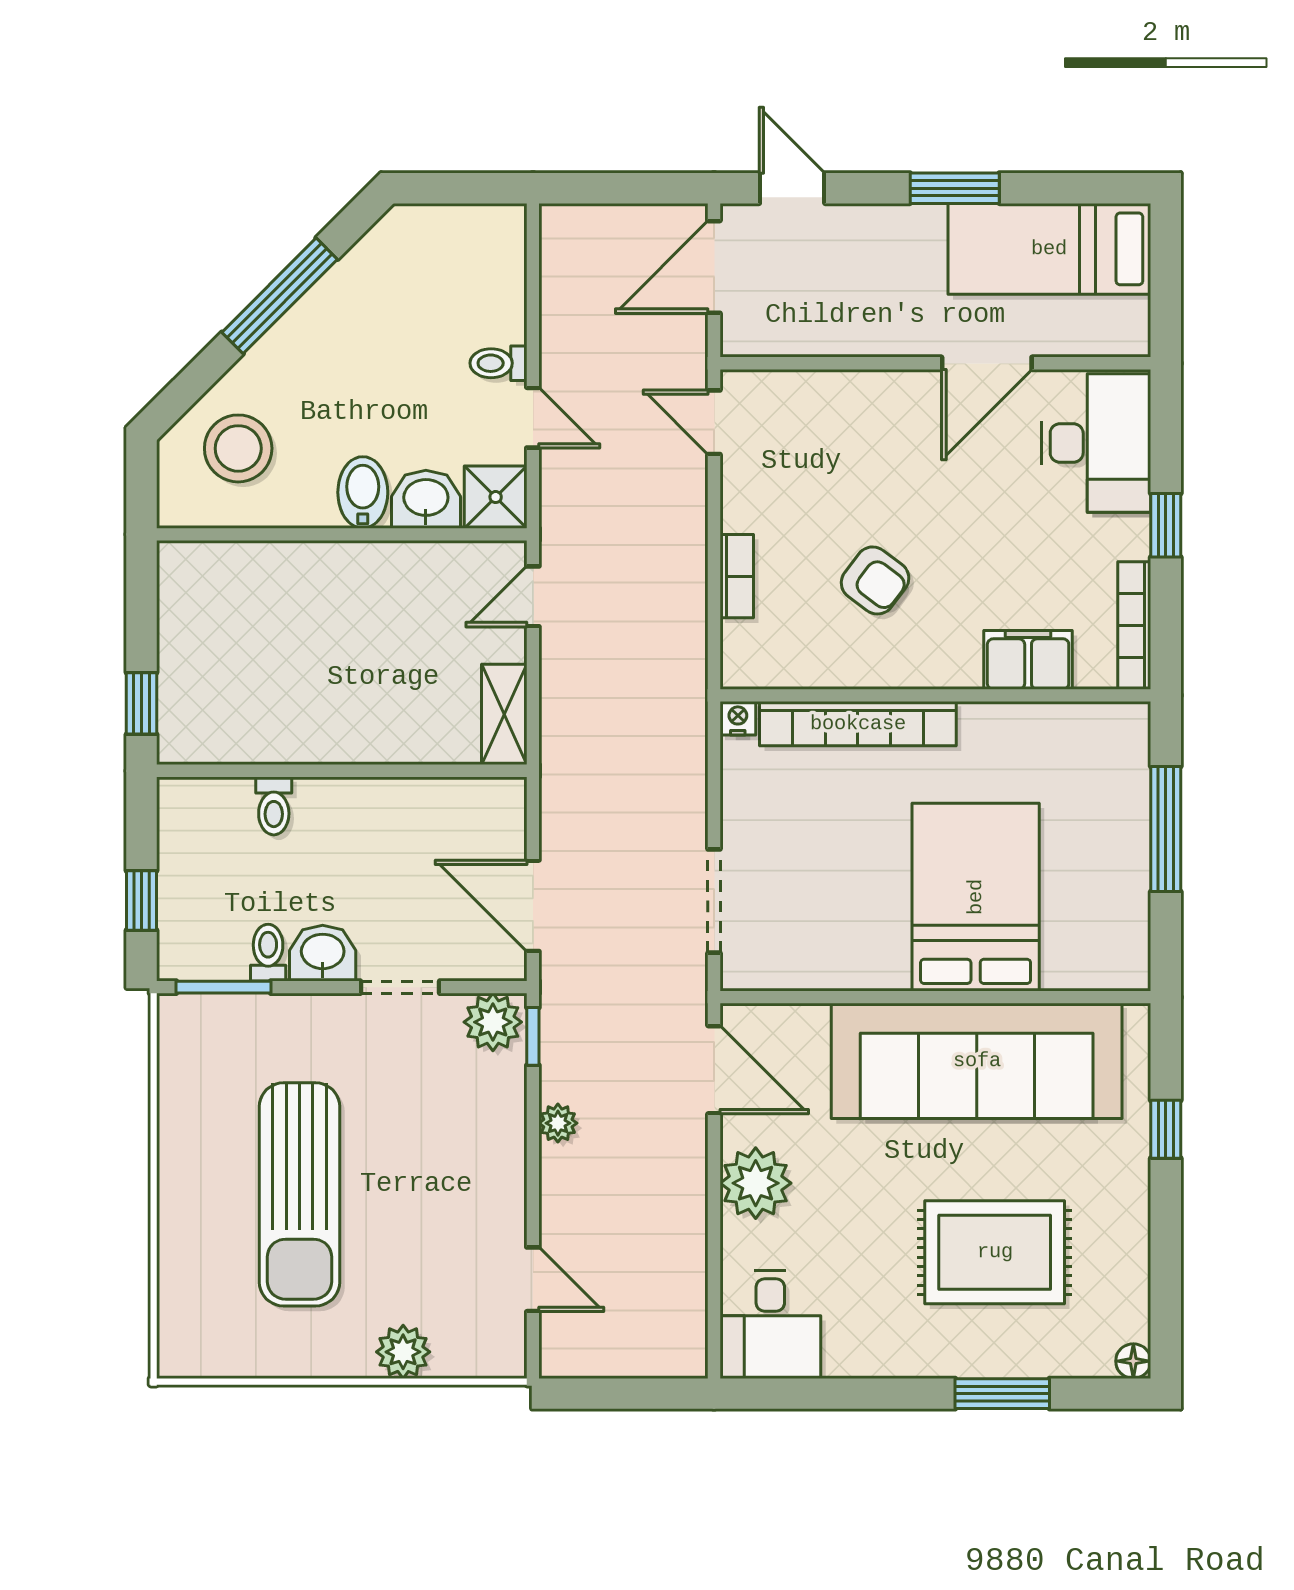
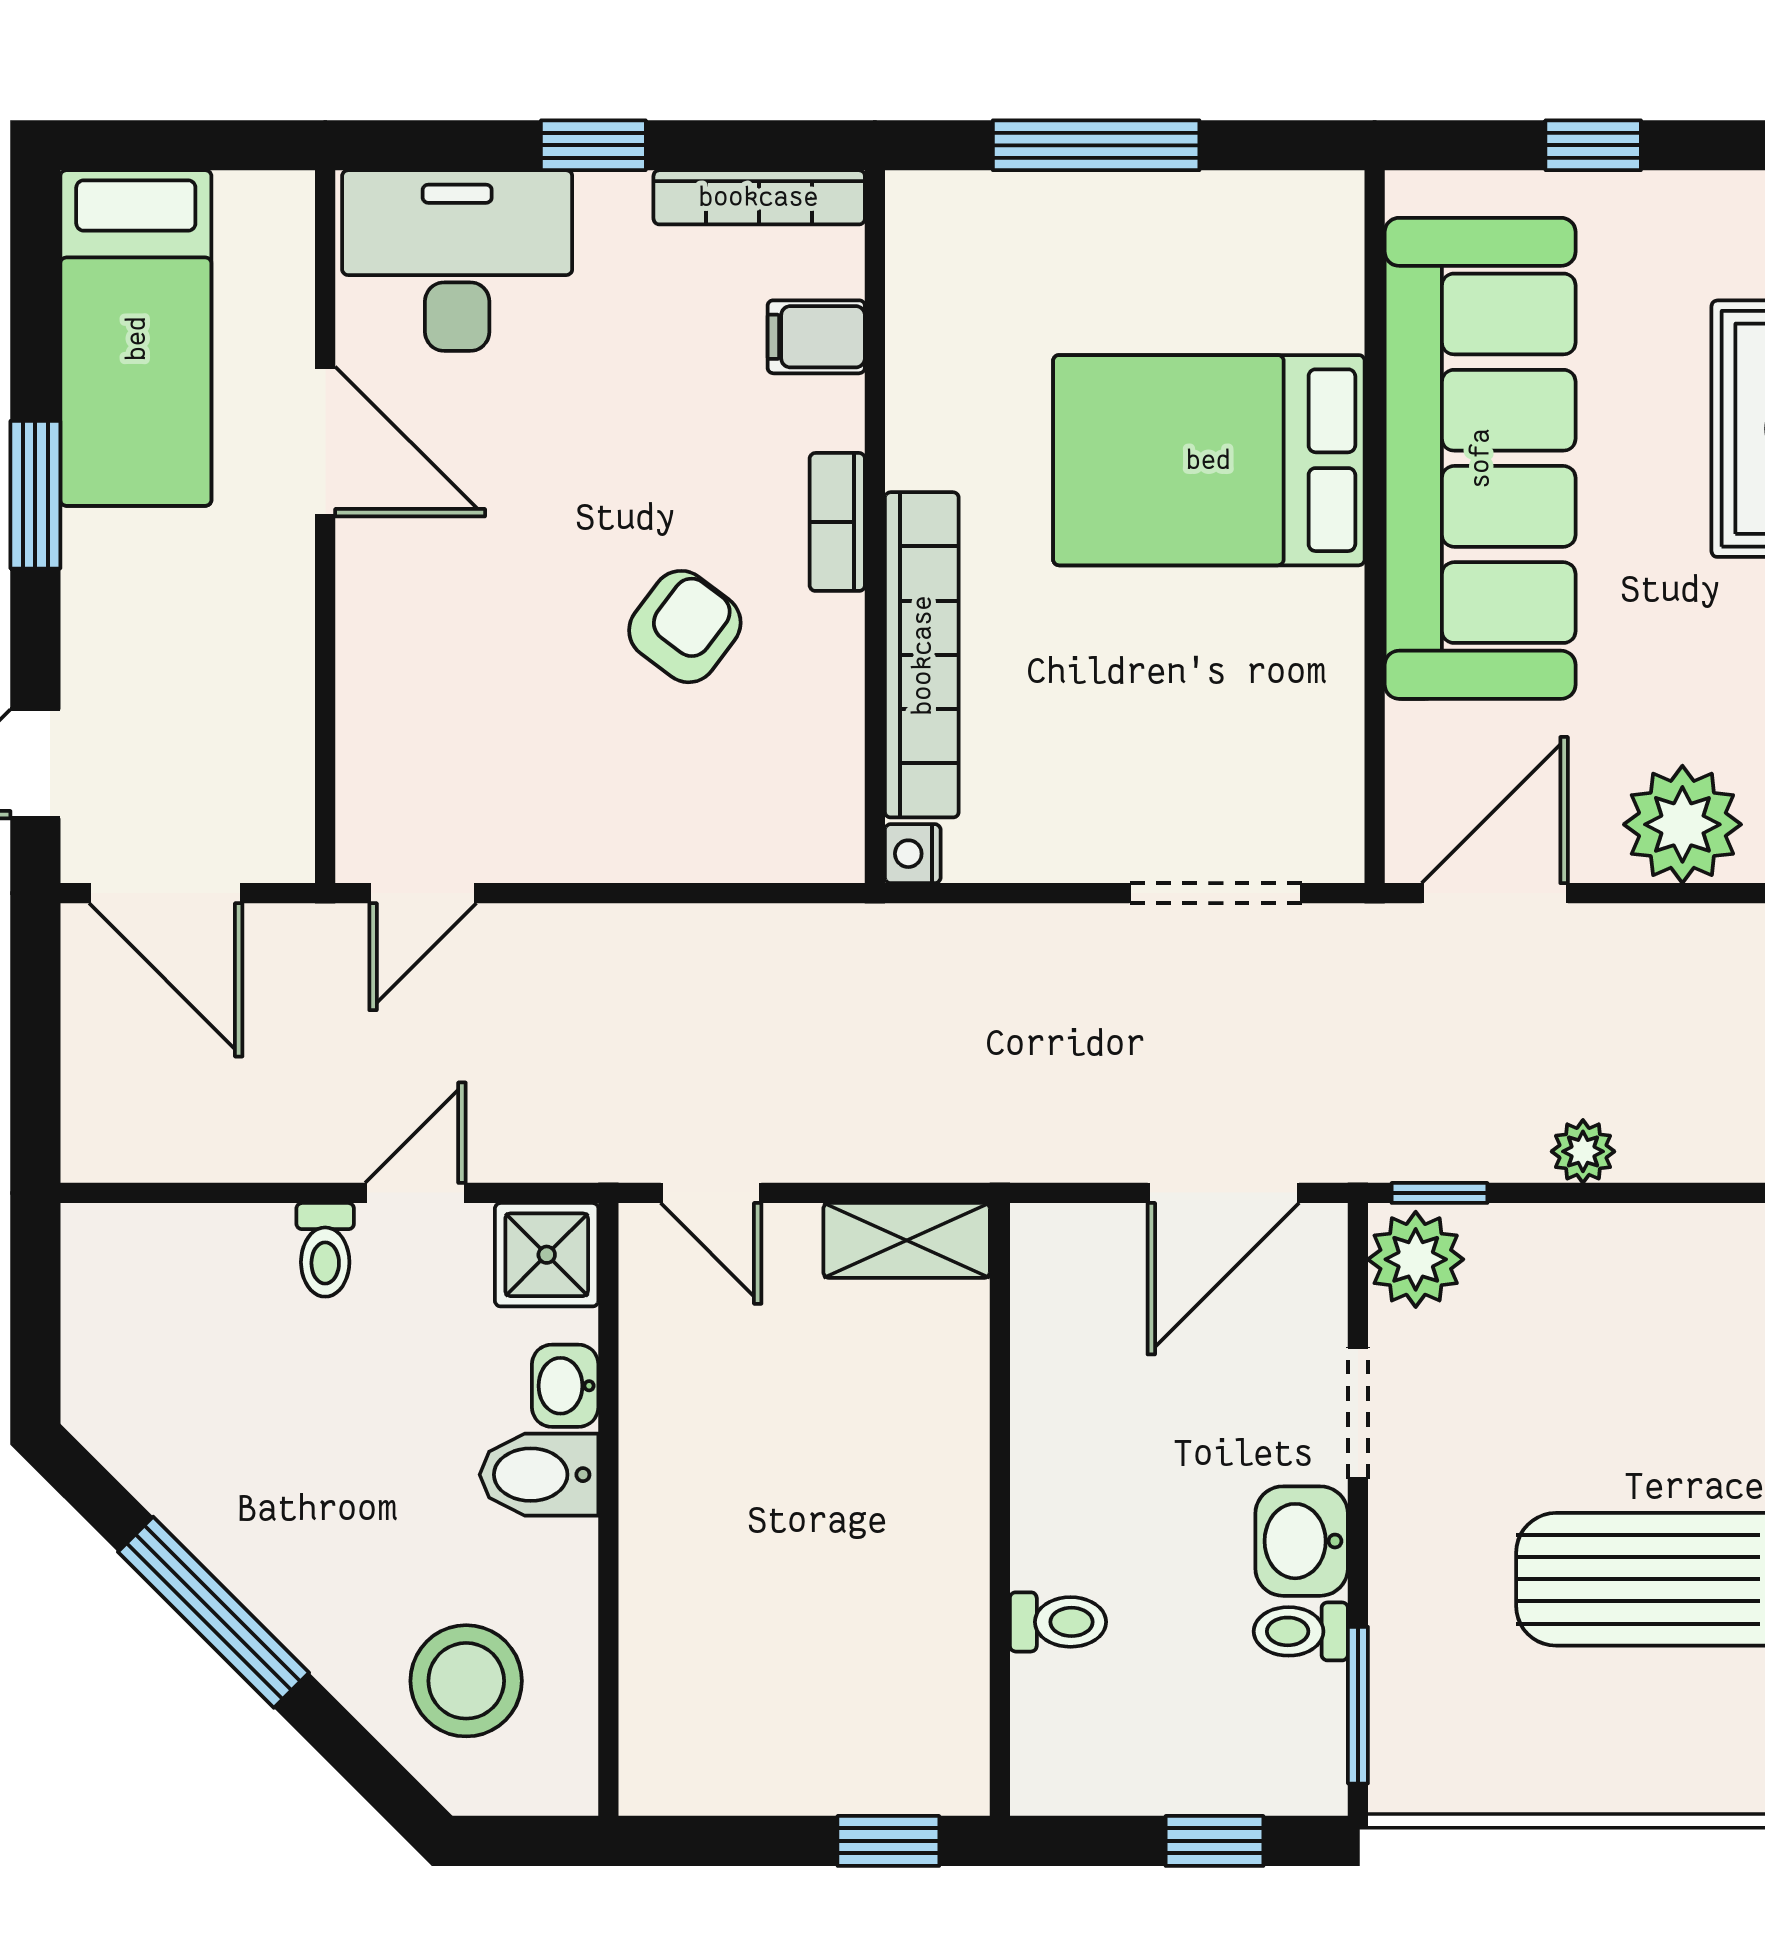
washbasin: (426, 499) -> (565, 1386), width x0.72, depth x0.69
bookcase: (737, 576) -> (837, 522), moved, turned -90
filing cabinet: (1028, 660) -> (816, 337), width x0.50

